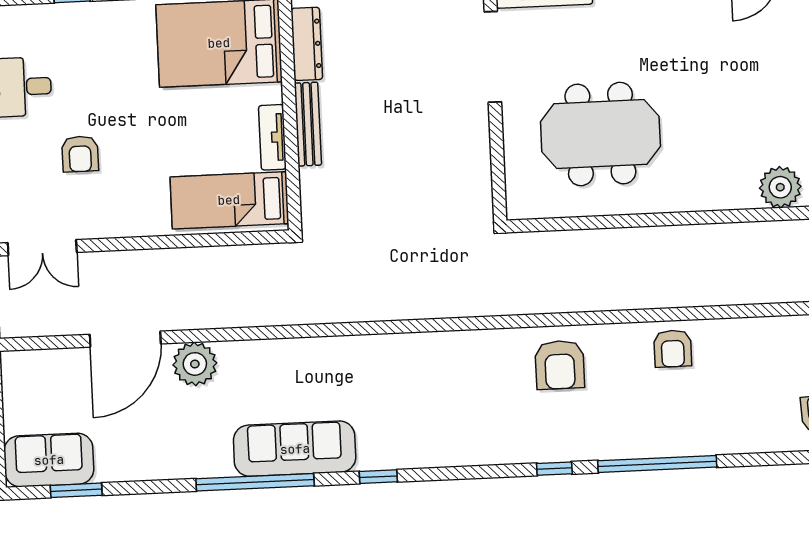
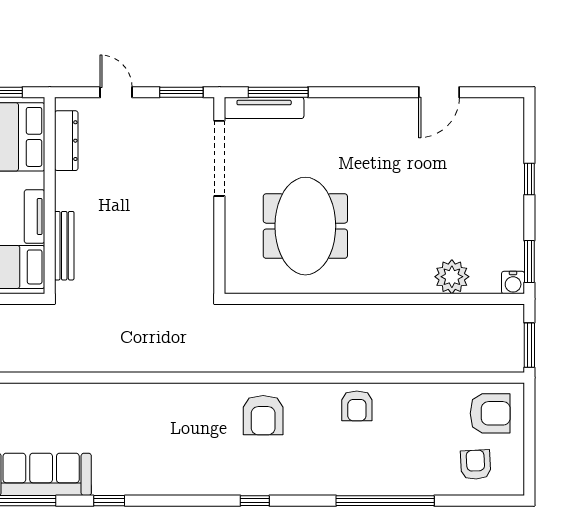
bench: (308, 124) -> (64, 246), moved
meeting table: (600, 134) -> (305, 226), turned 90
window: (657, 464) -> (385, 501), moved

